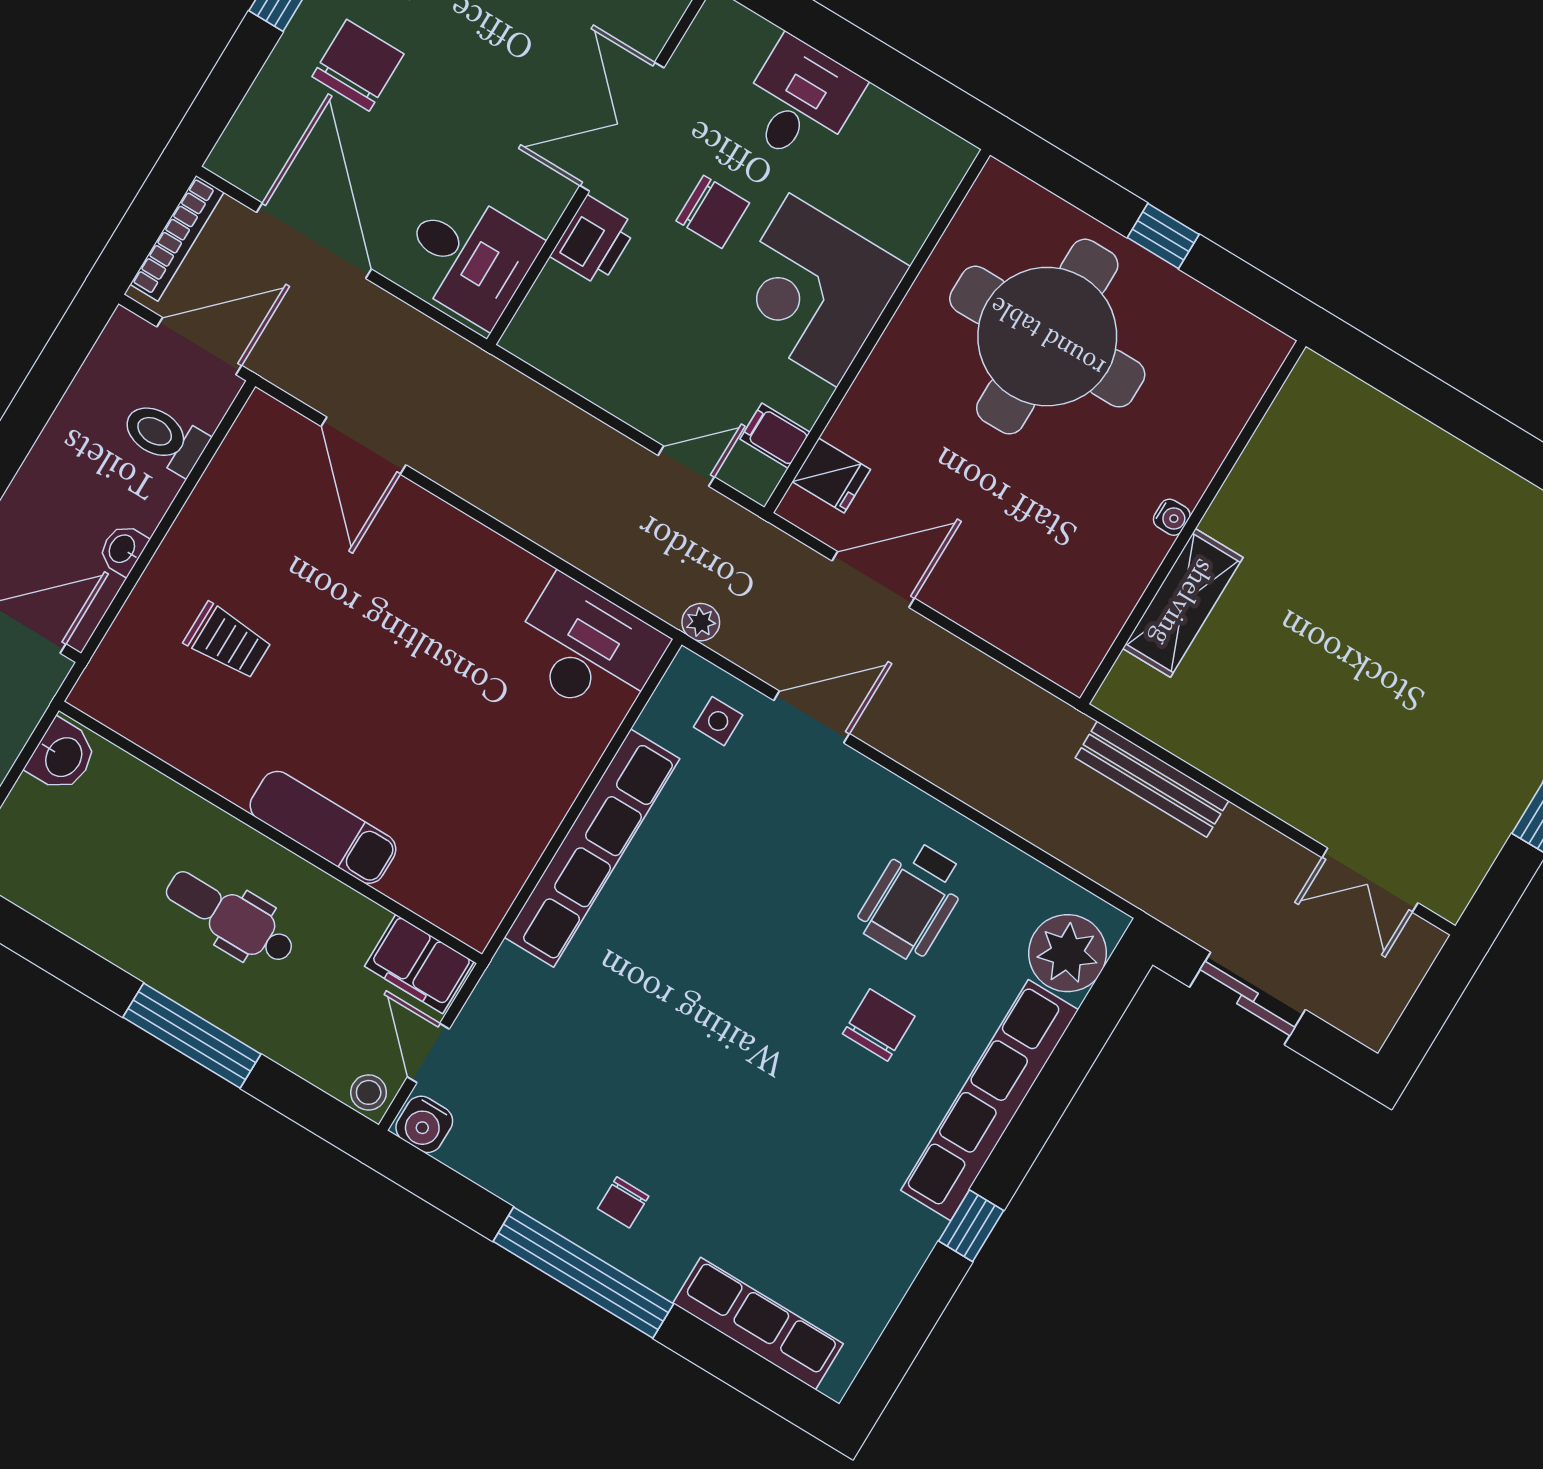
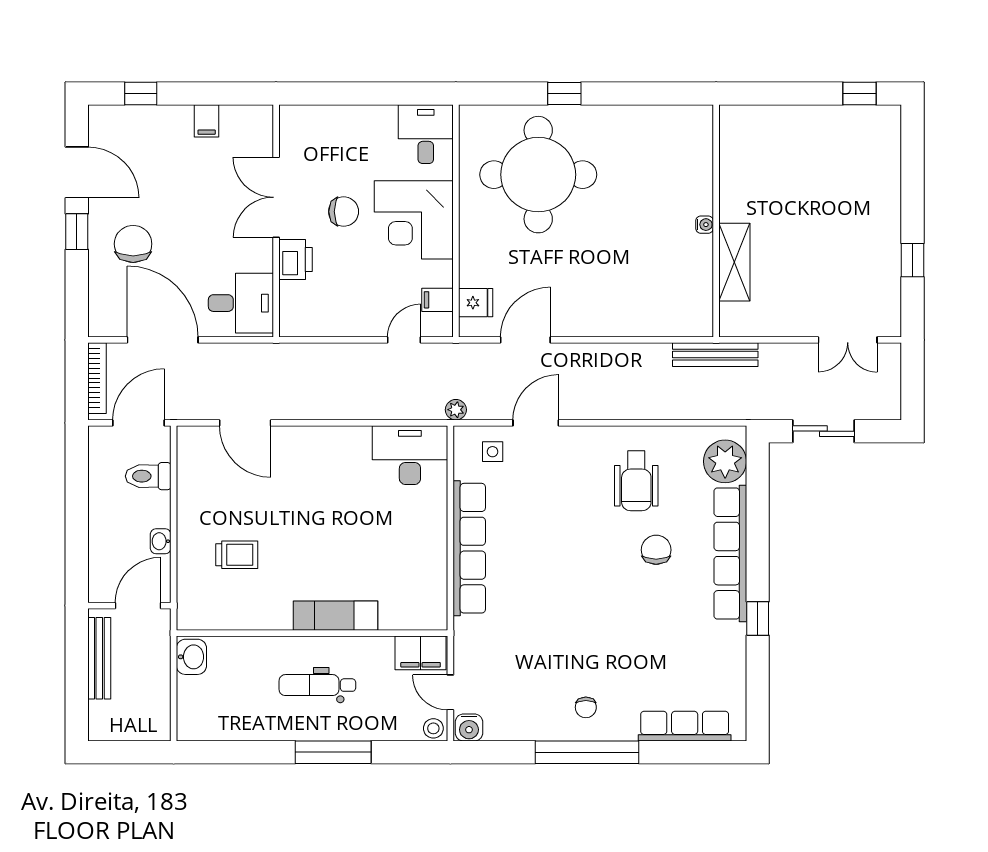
desk: (800, 102) -> (426, 134), moved
water cooler: (1172, 517) -> (705, 225), moved
wall: (1193, 522) -> (716, 221), moved
shelving: (1183, 603) -> (734, 262), moved

